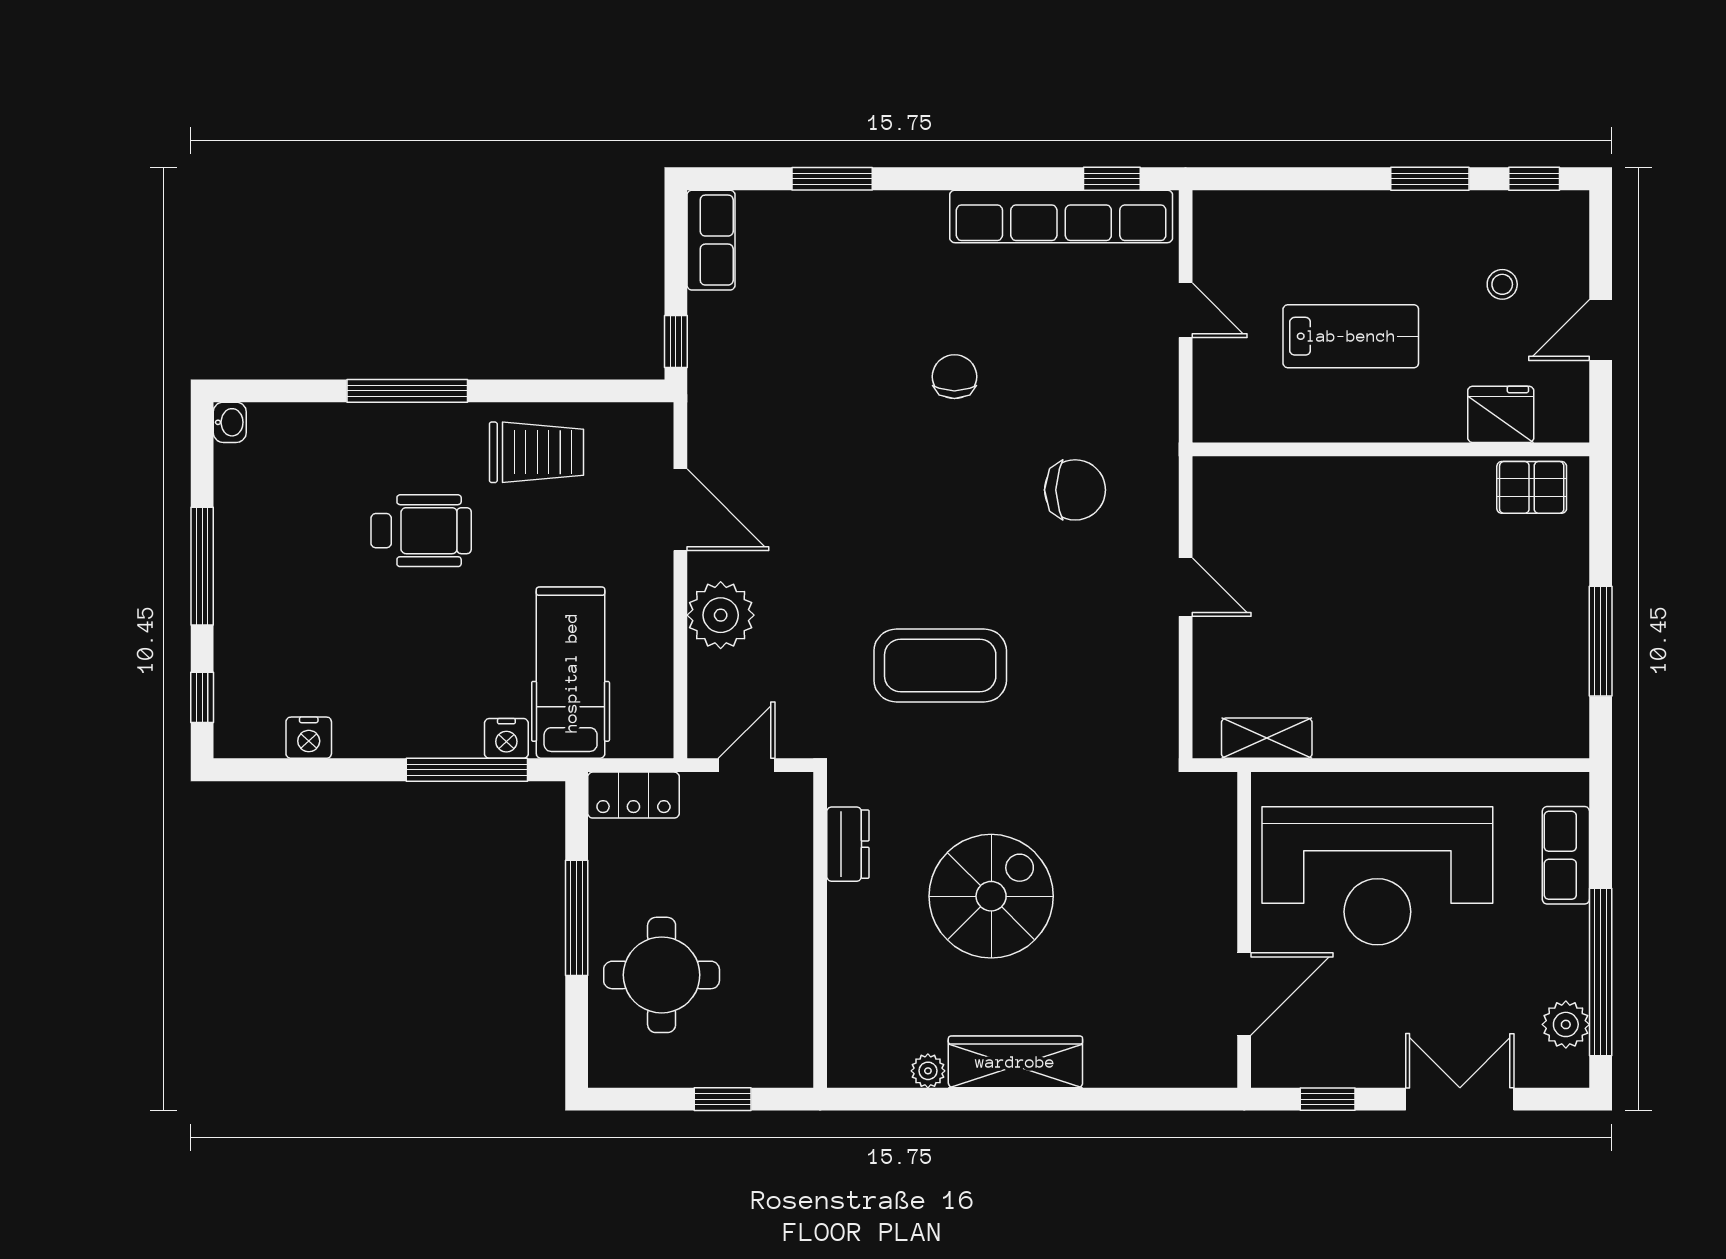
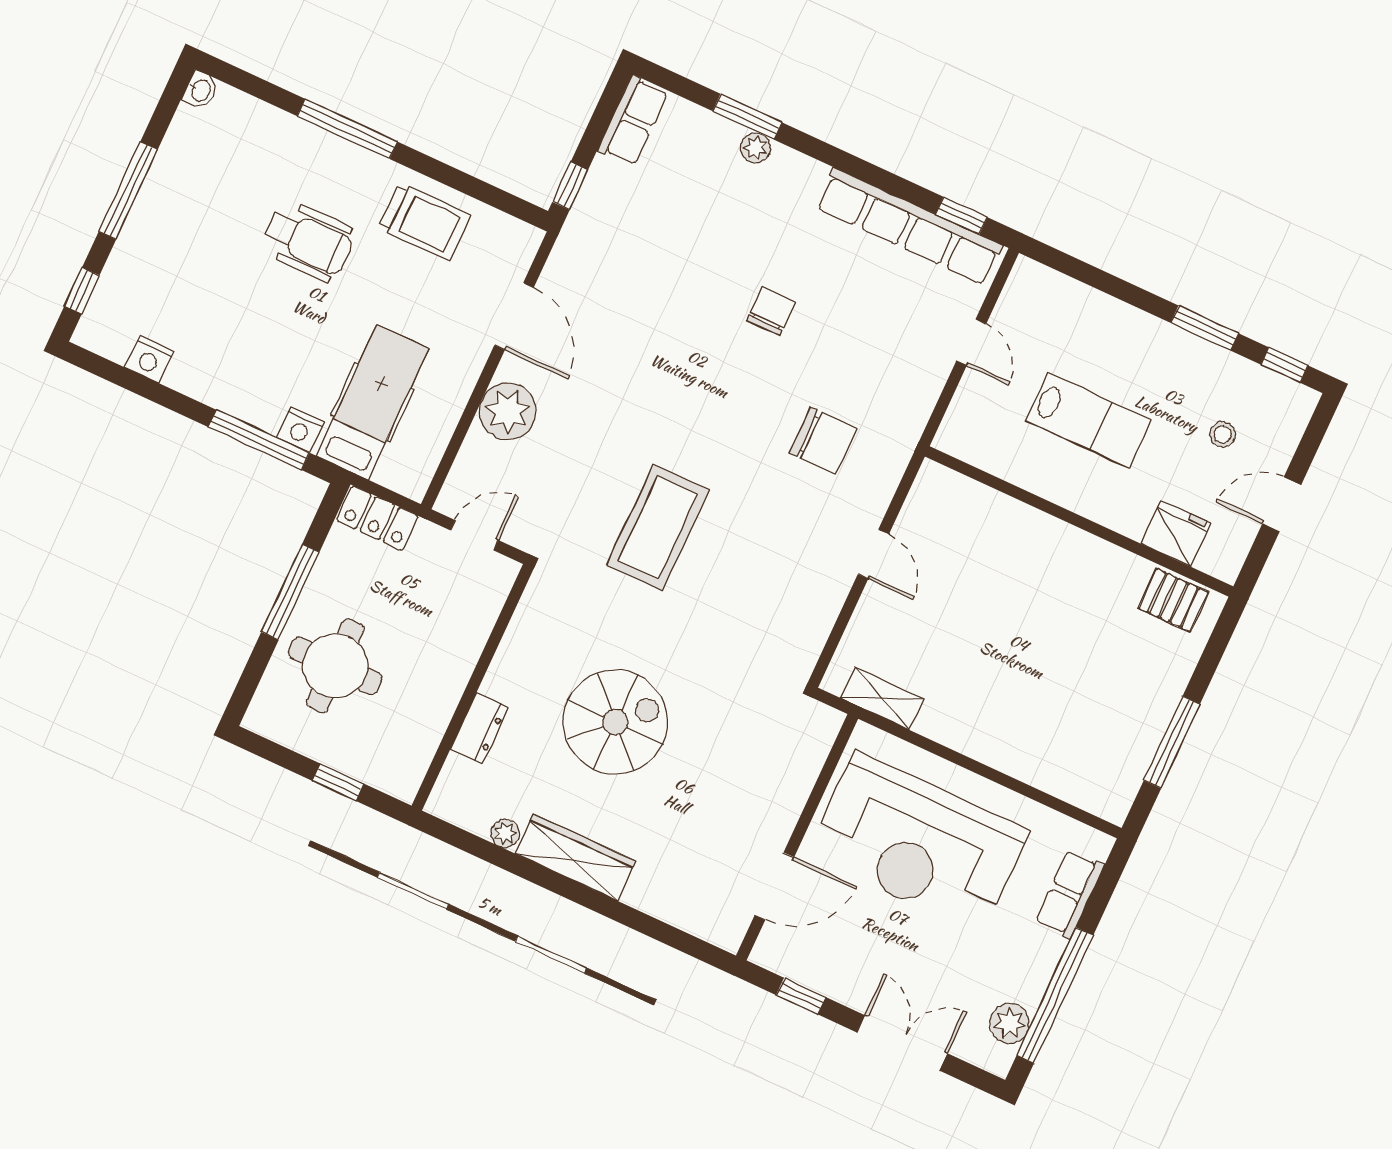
plant: (856, 208) -> (756, 148), added
coffee table: (940, 666) -> (658, 527), turned 90
dresser: (848, 844) -> (479, 728), moved

